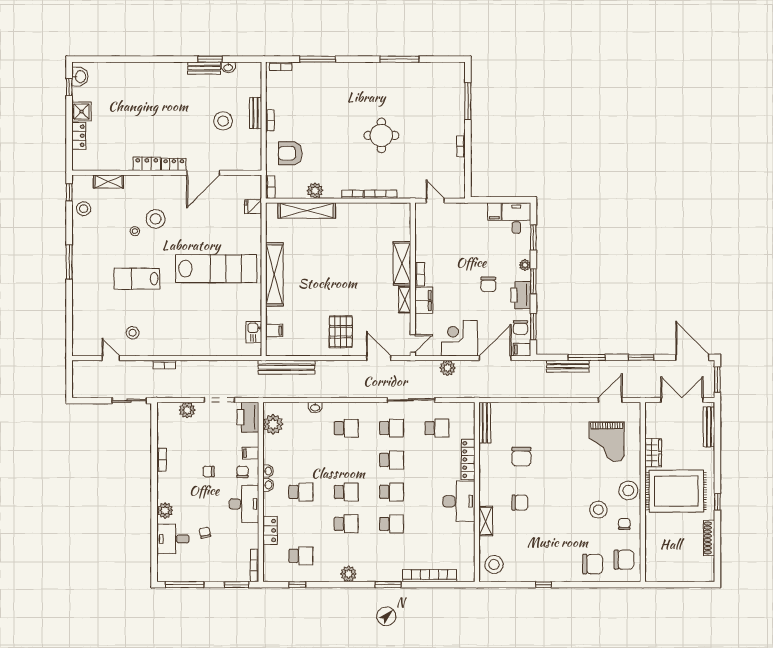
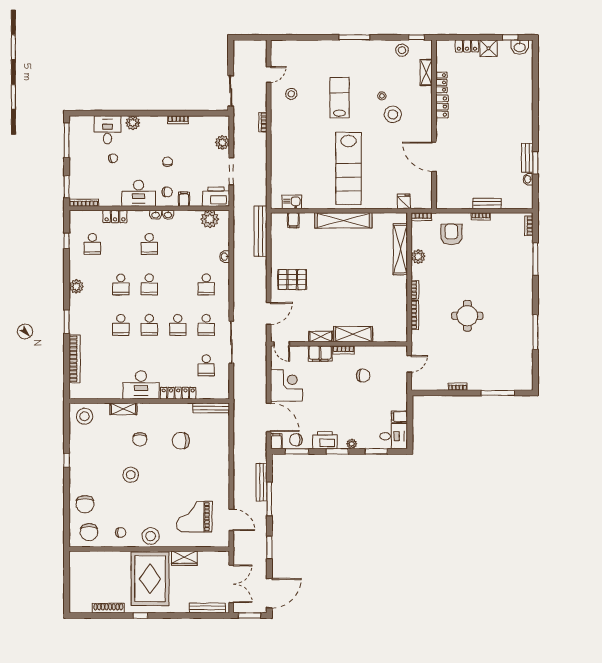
stool: (223, 121) -> (480, 175), removed
locker: (174, 164) -> (441, 82), moved
chair: (488, 284) -> (363, 376), moved, turned 180
plant: (447, 368) -> (260, 375), removed
stool: (598, 510) -> (131, 475), moved

